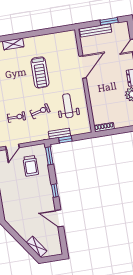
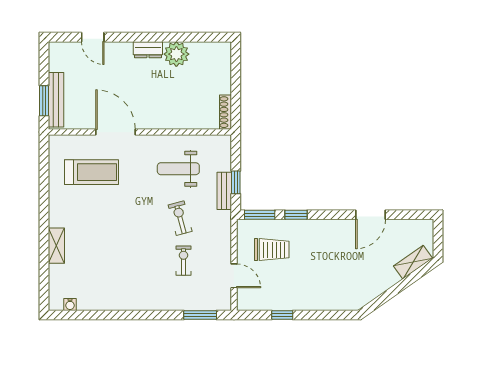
window: (109, 21) -> (44, 101), moved
treadmill: (40, 72) -> (92, 172), moved
window: (55, 191) -> (296, 215), moved

